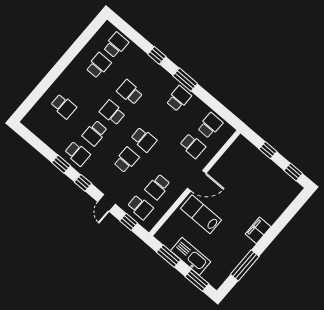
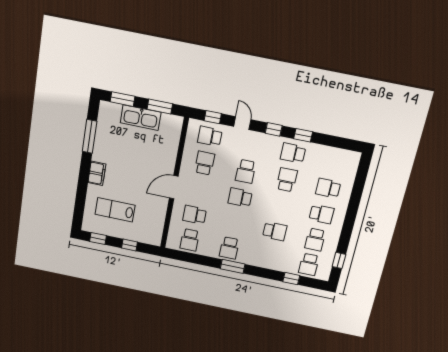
window: (88, 35) -> (339, 260), added
window: (157, 55) -> (291, 279), moved
school desk: (112, 113) -> (322, 214), moved
lab bench: (201, 214) -> (115, 210), moved, turned 180

